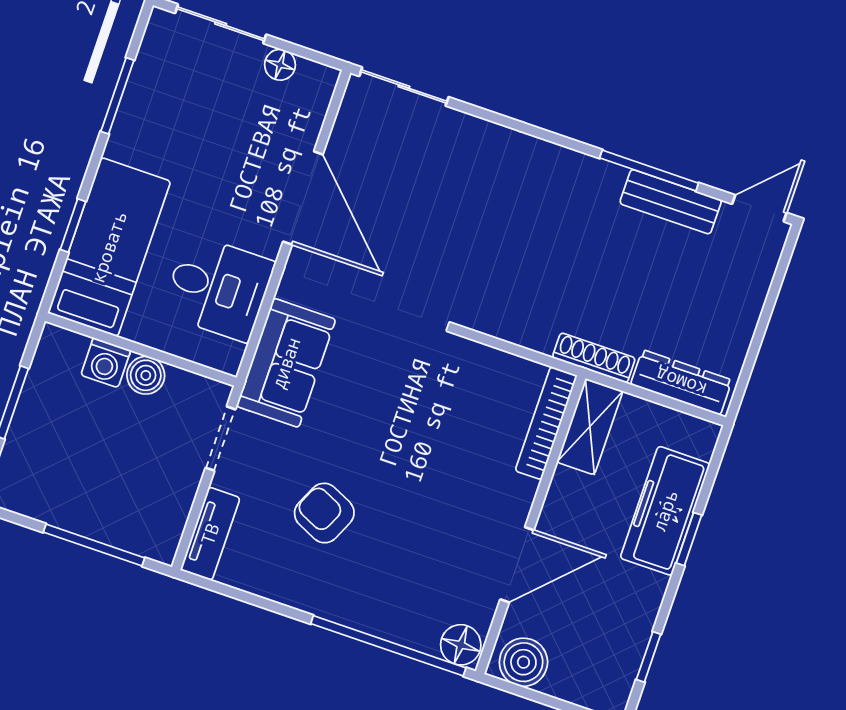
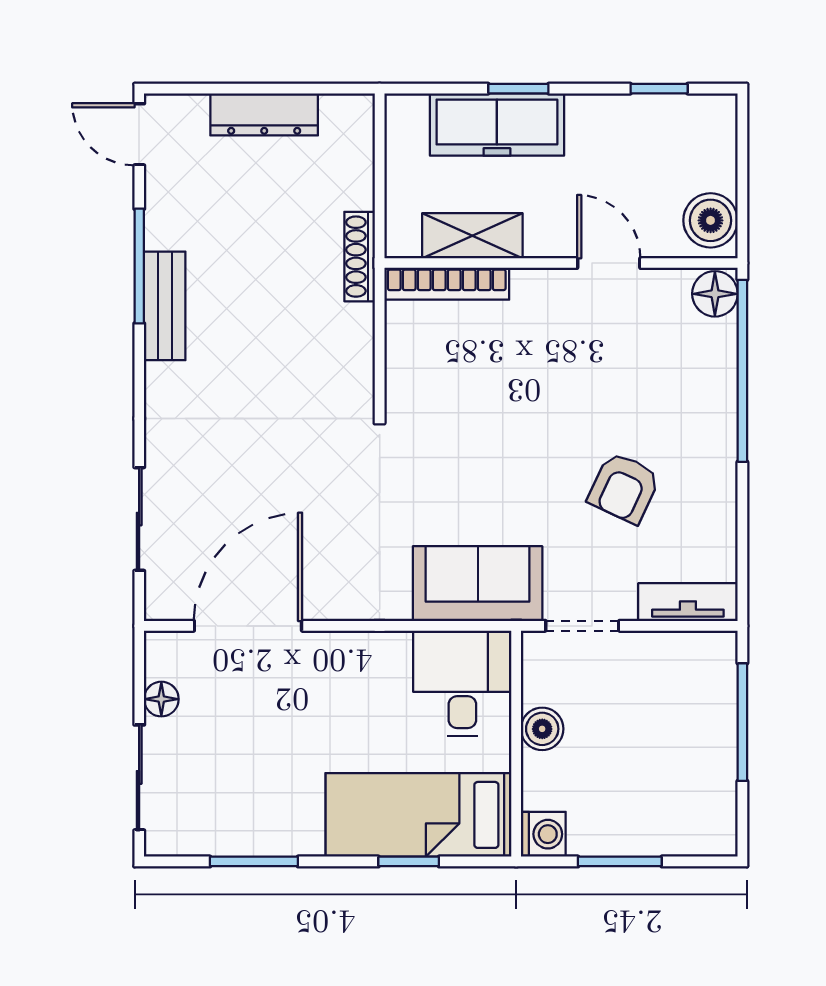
sliding door: (404, 87) -> (139, 519), moved
door: (303, 198) -> (248, 626), moved
bench: (671, 202) -> (165, 306), moved
desk: (218, 288) -> (462, 684), moved
washing machine: (106, 363) -> (543, 834), moved
dresser: (681, 382) -> (264, 114), moved, turned -90
shelving: (590, 427) -> (472, 236), moved
door: (517, 565) -> (609, 263), width x0.73

